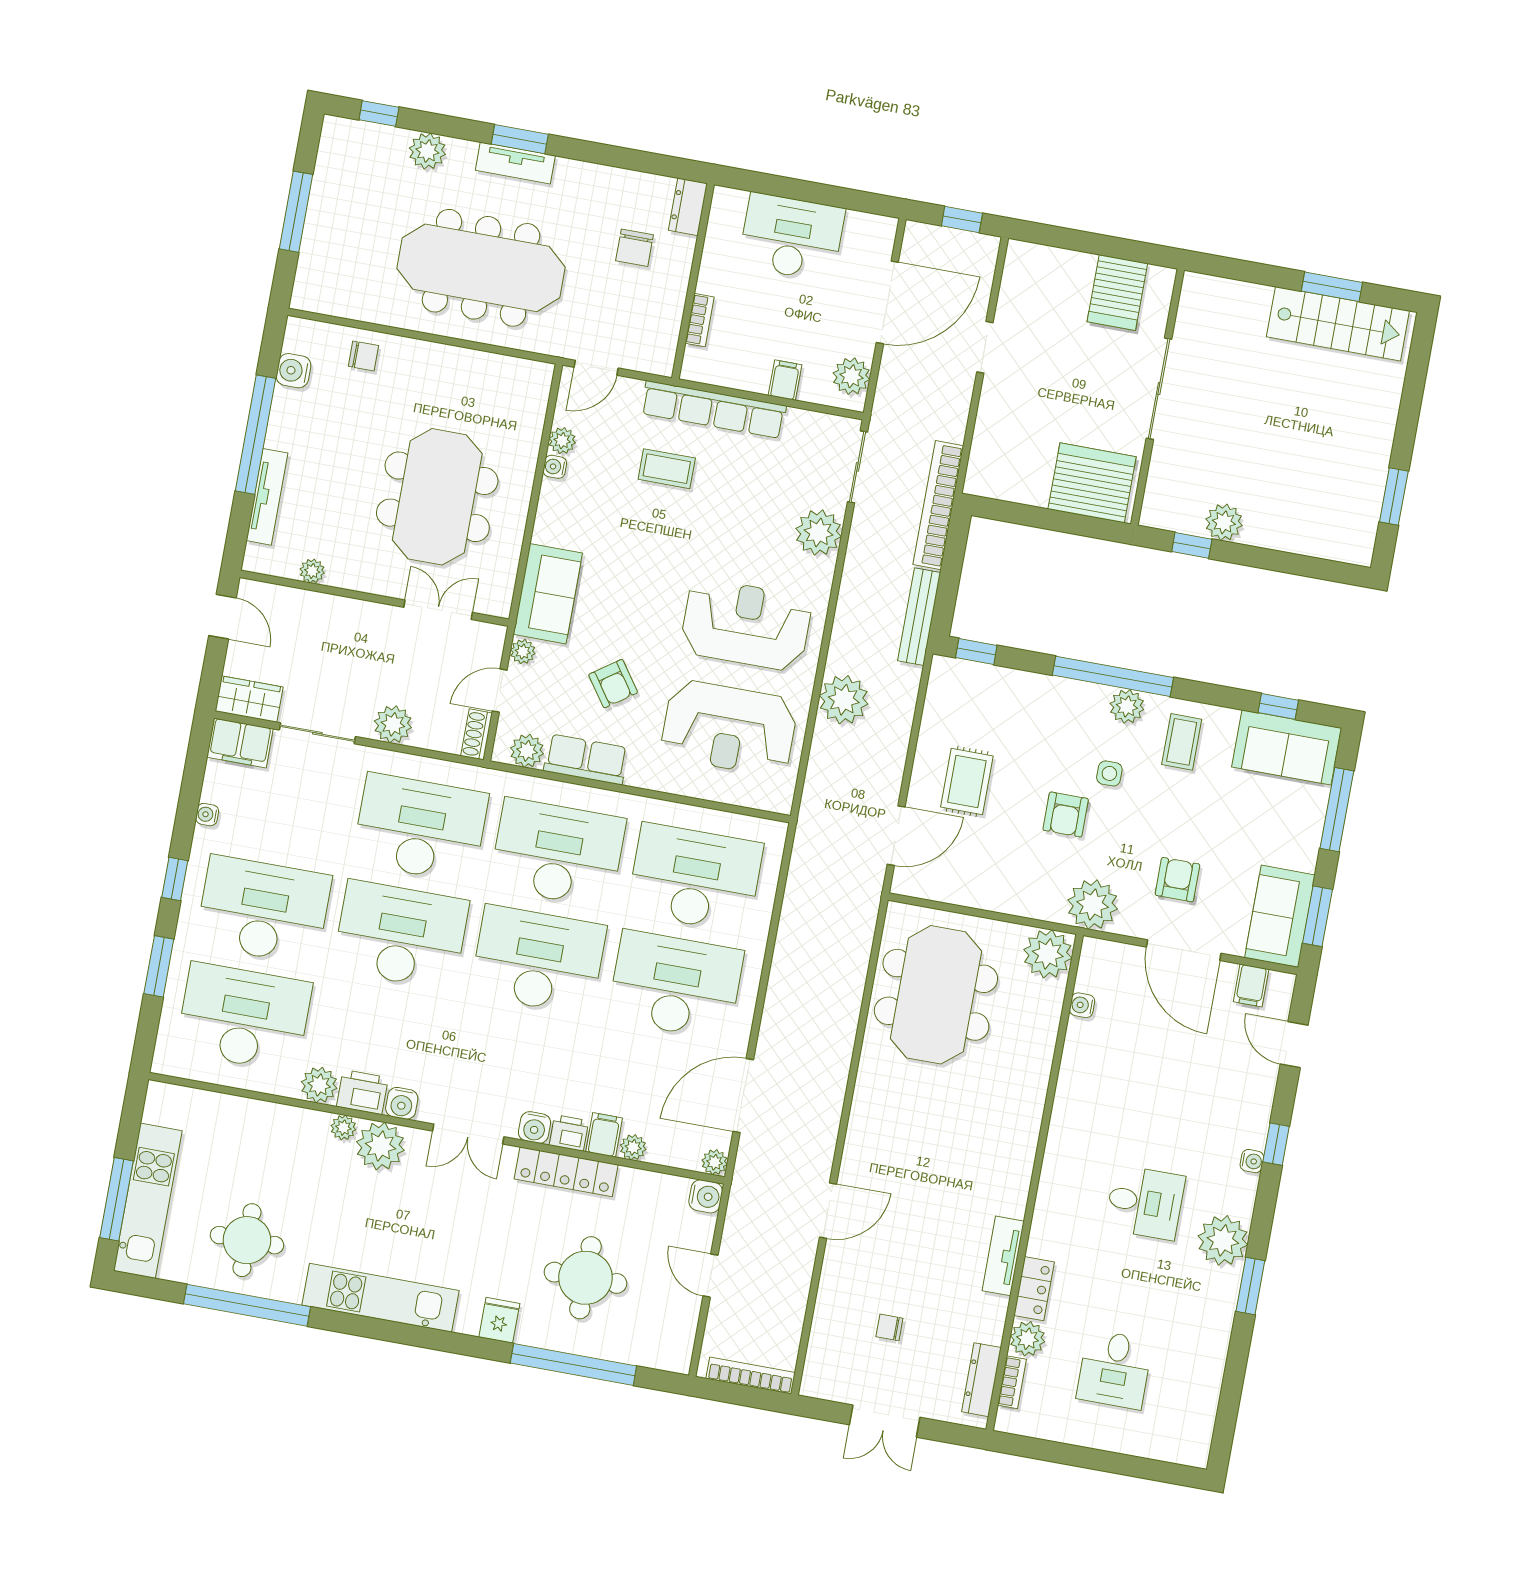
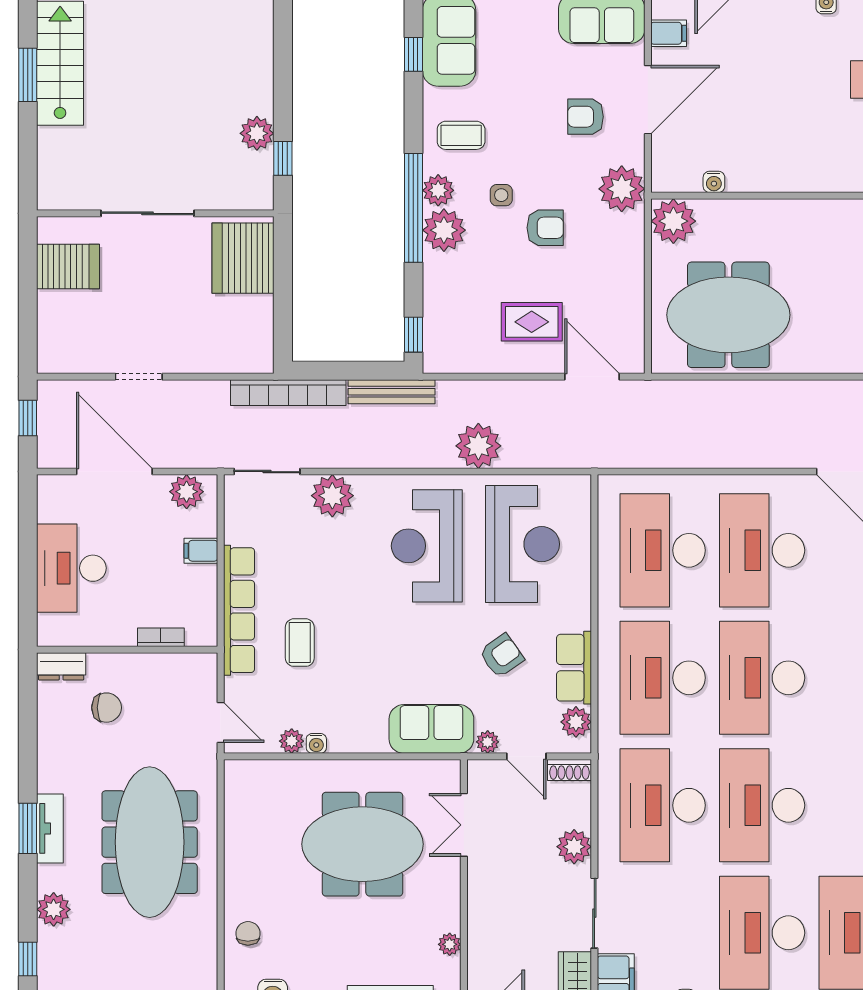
plant: (1083, 705) -> (444, 230), added

